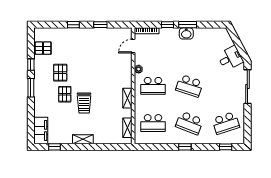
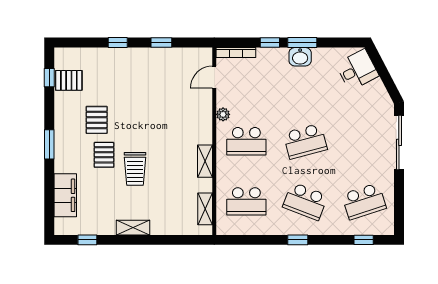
desk: (230, 58) -> (357, 70), moved
window: (31, 65) -> (49, 78), moved
school desk: (189, 86) -> (305, 141), turned -33
filing cabinet: (41, 130) -> (65, 195), moved

